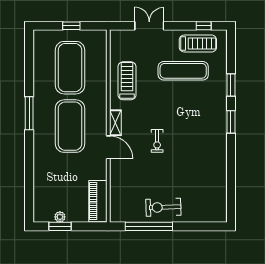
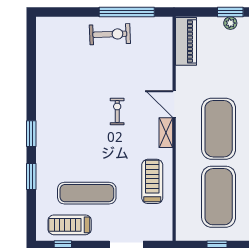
treadmill: (127, 81) -> (152, 181), turned 180

